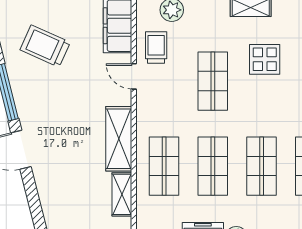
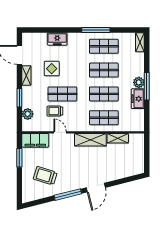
trolley: (45, 46) -> (45, 176), turned 83
trolley: (156, 47) -> (55, 111), moved
door: (134, 76) -> (60, 132), swing flipped

